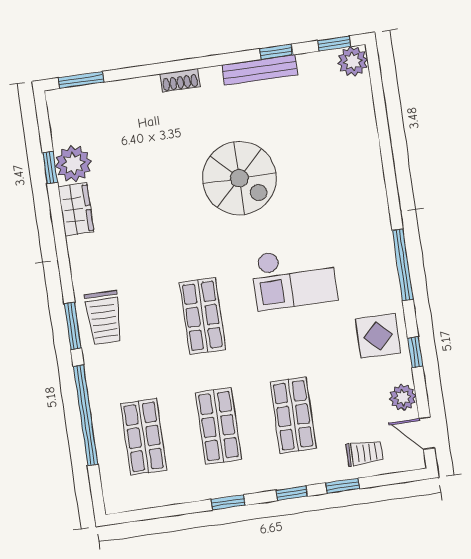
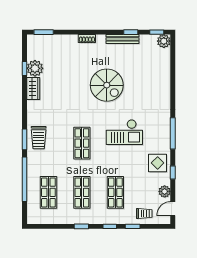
door: (427, 433) -> (173, 209), hinge flipped

